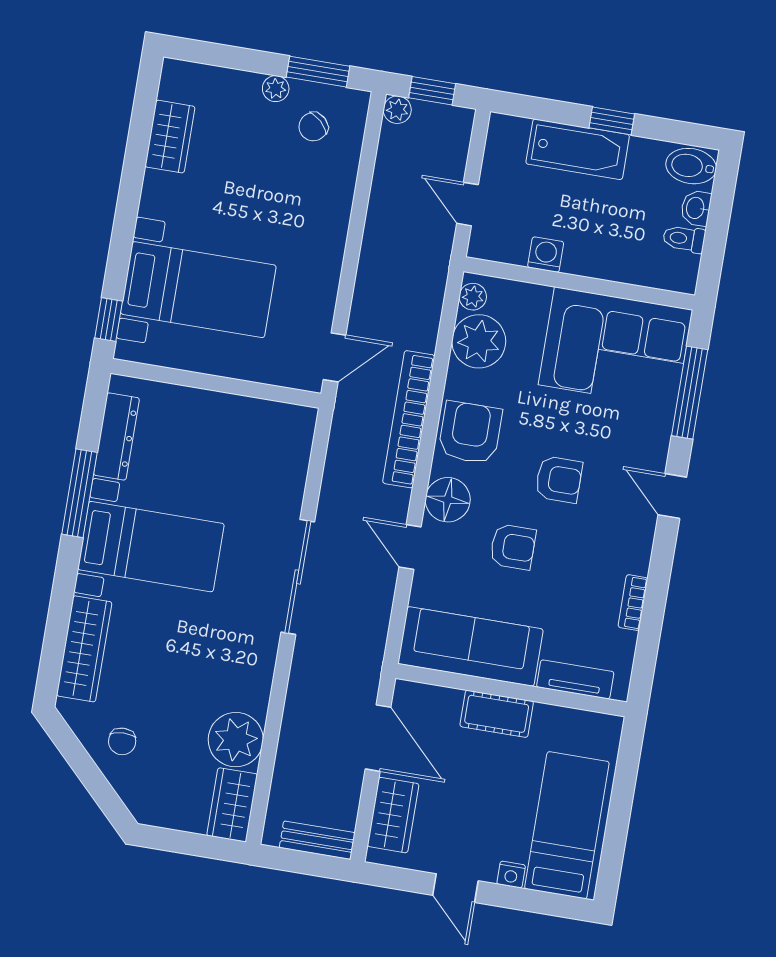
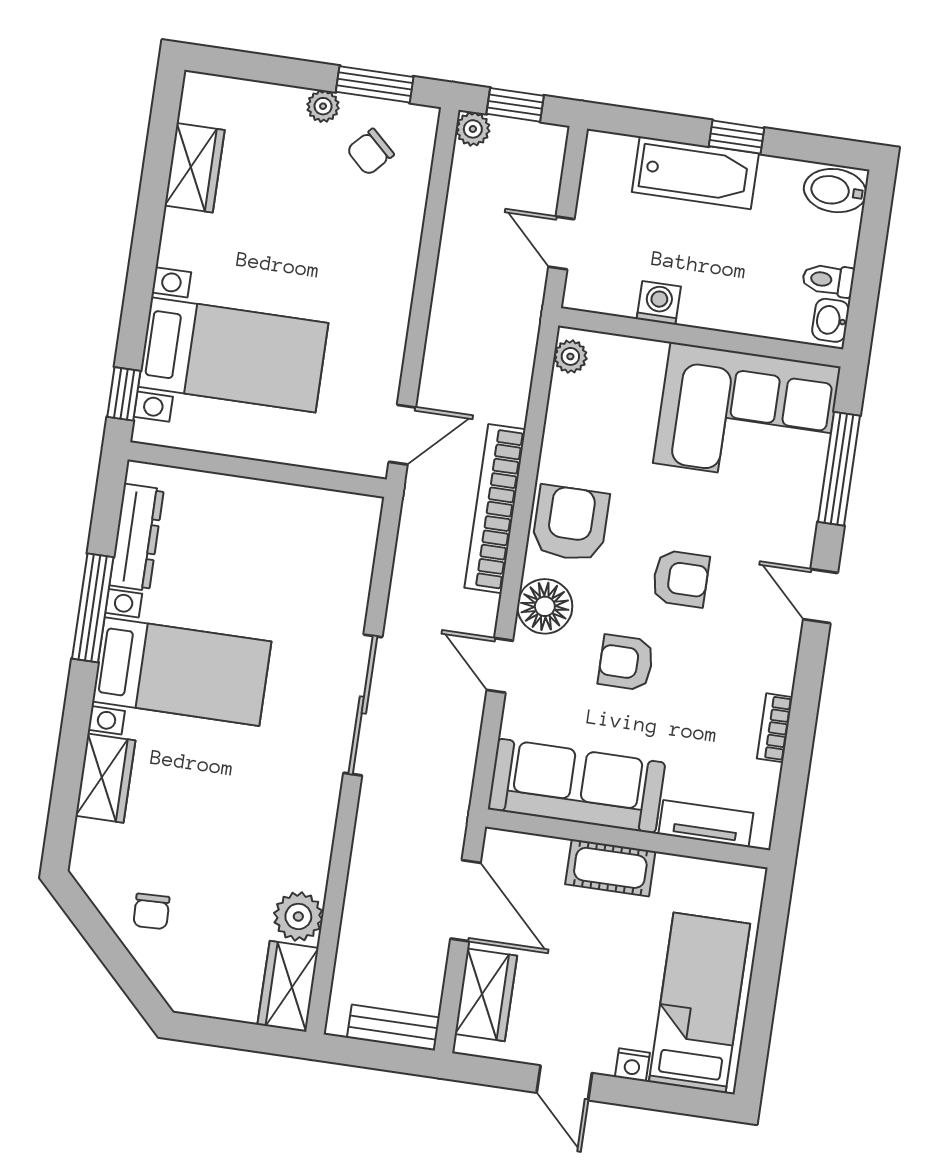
washbasin: (696, 208) -> (831, 320), moved
plant: (479, 341) -> (579, 411), removed
armchair: (513, 547) -> (626, 663), turned 180
wardrobe: (84, 649) -> (105, 778), width x0.67
plant: (236, 740) -> (298, 916), width x0.73, depth x0.73

